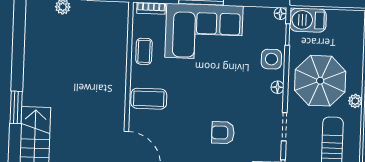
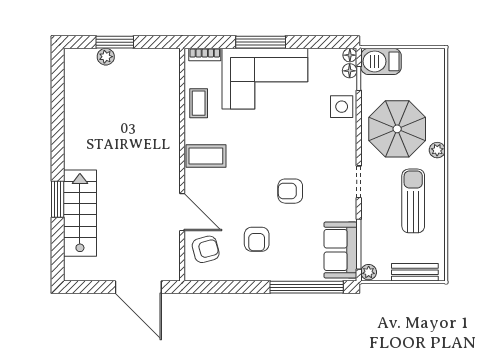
floor lamp: (278, 87) -> (350, 71), moved
window: (16, 107) -> (58, 199), moved

